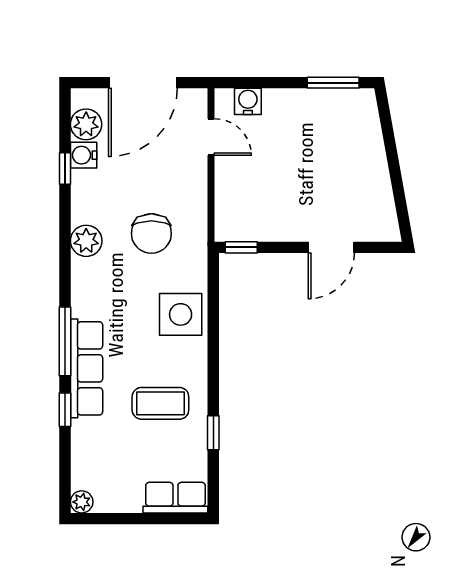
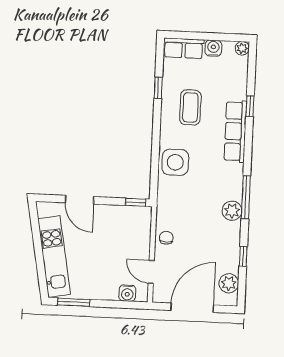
water cooler: (84, 155) -> (213, 48), moved, turned -90
kitchen unit: (368, 155) -> (54, 257), added
chair: (151, 233) -> (166, 238), moved, width x0.54, depth x0.54
door: (331, 247) -> (79, 200), swing flipped
window: (65, 341) -> (246, 197), moved
coffee table: (160, 403) -> (190, 107), turned 90

